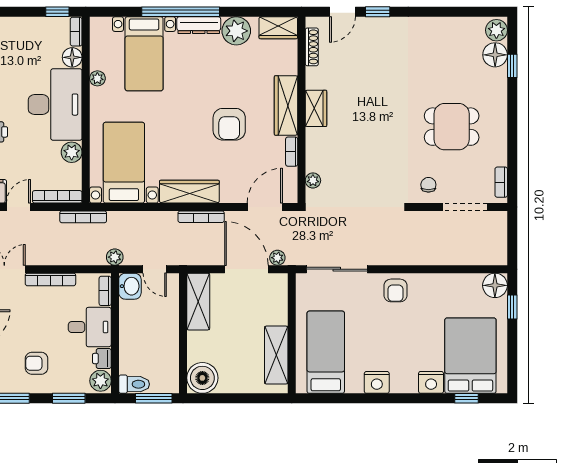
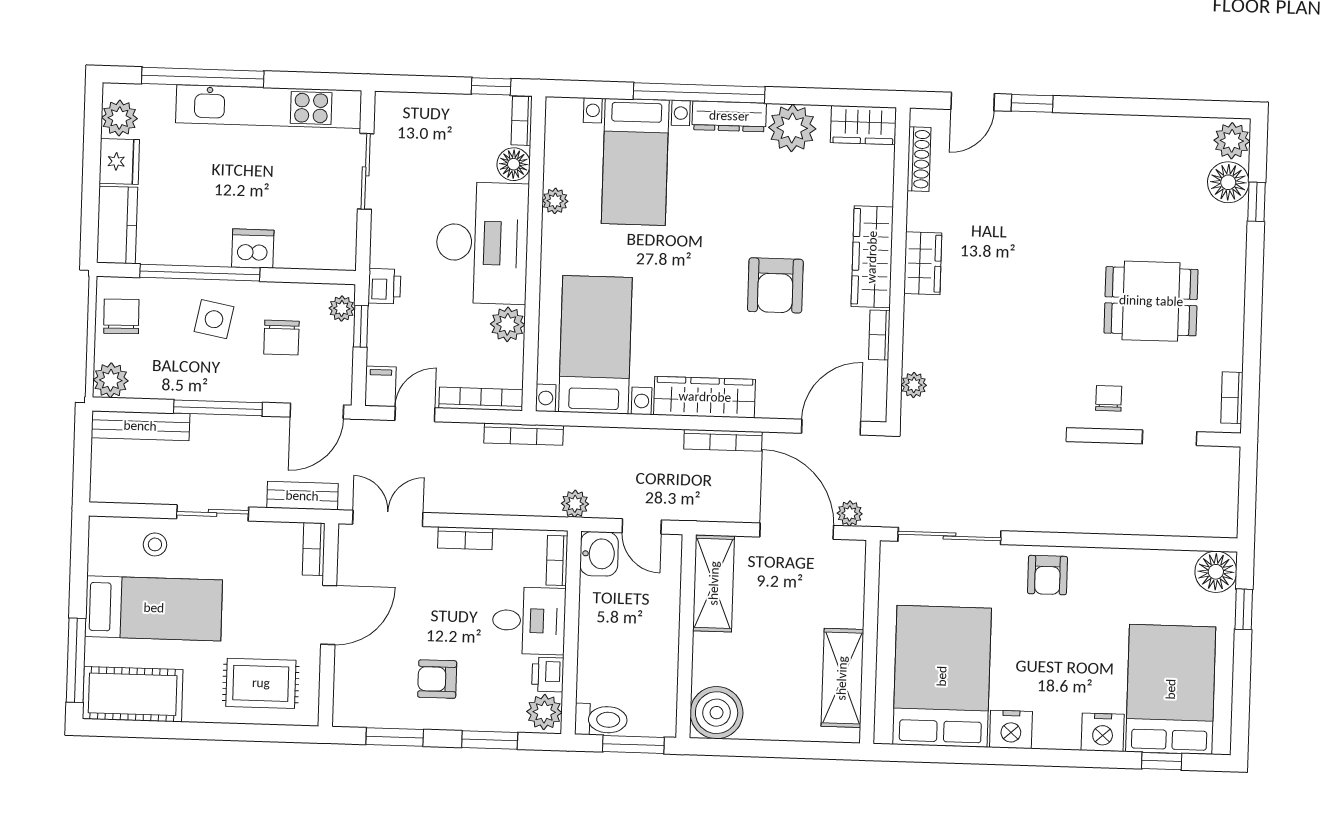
doorway: (465, 207) -> (1169, 438), width x0.73
bookcase: (50, 279) -> (465, 538), width x0.64
bed: (326, 352) -> (942, 676), width x1.50

